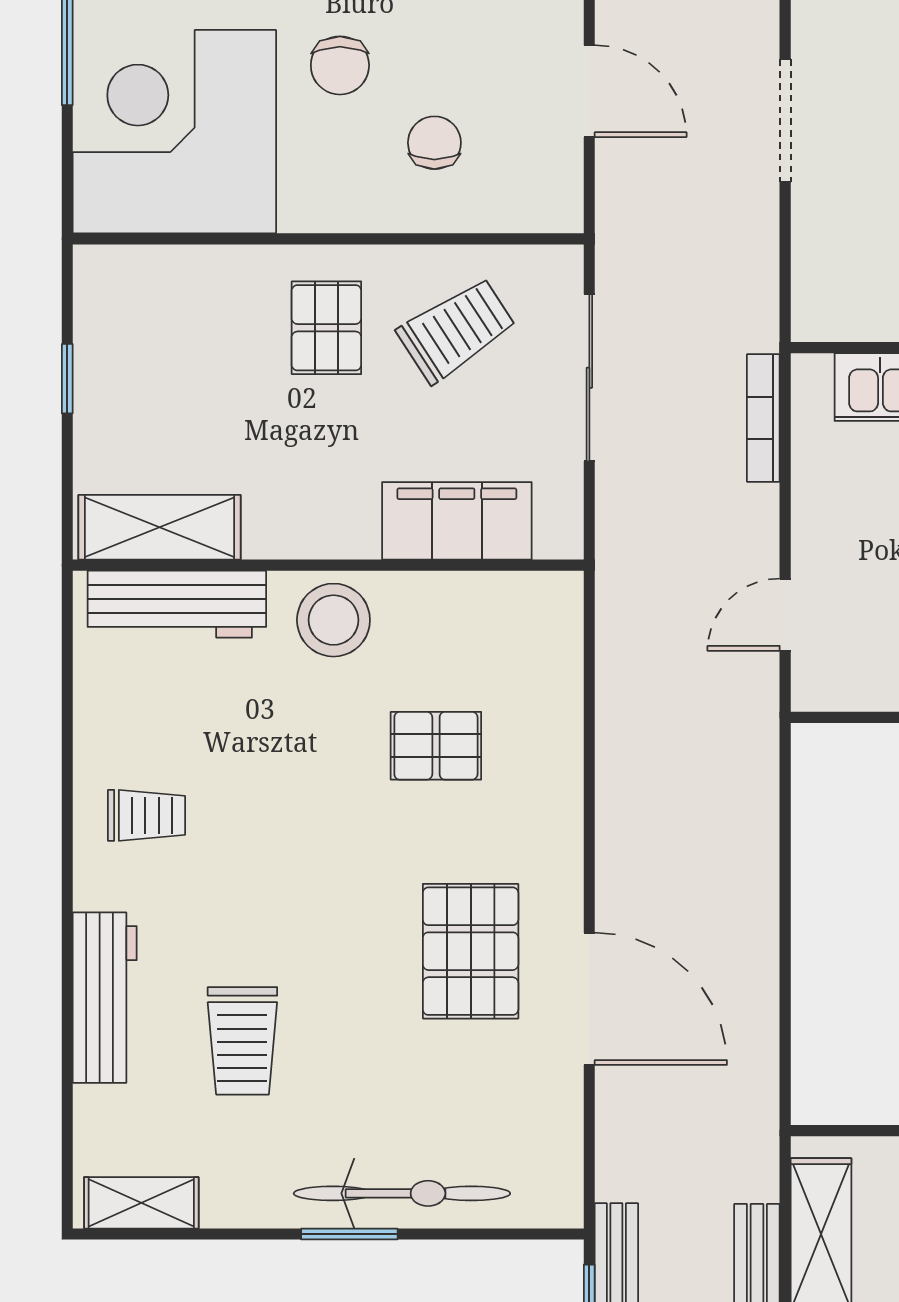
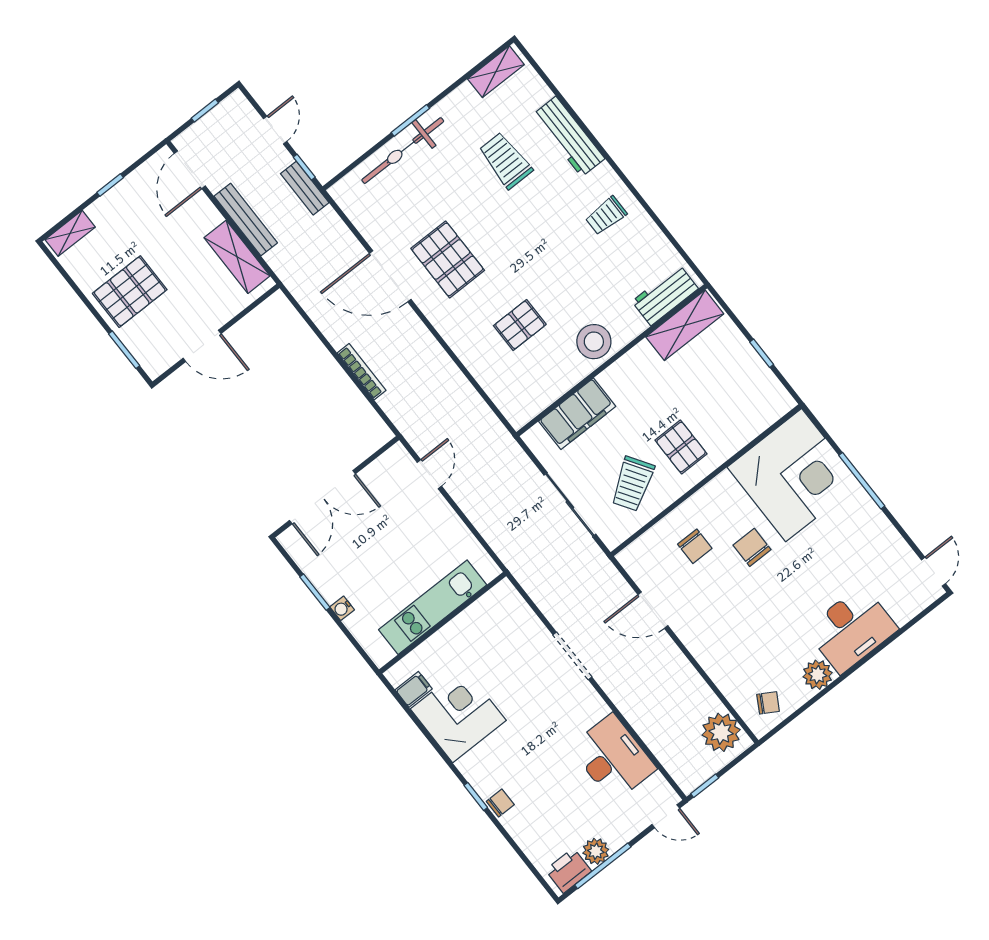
bookcase: (763, 418) -> (362, 372), moved
workbench: (177, 604) -> (665, 295), width x0.73

